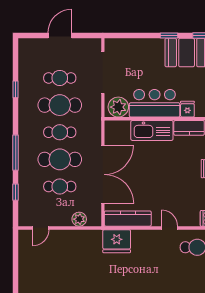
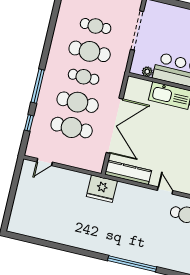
window: (16, 89) -> (52, 27), removed
plant: (118, 107) -> (147, 72), width x0.53, depth x0.53
cafe table: (60, 187) -> (72, 128), width x1.37, depth x1.35
plant: (79, 219) -> (83, 162), removed
fridge: (117, 241) -> (102, 189), moved

